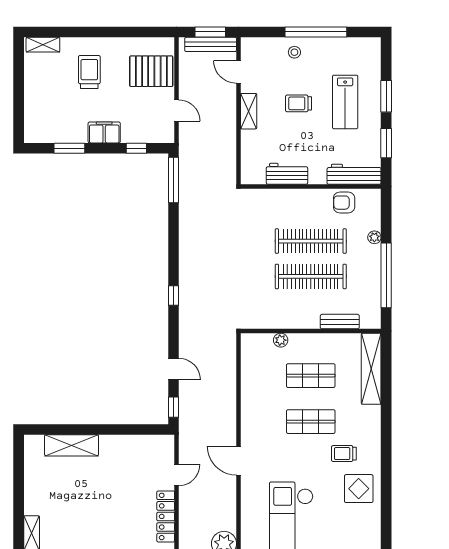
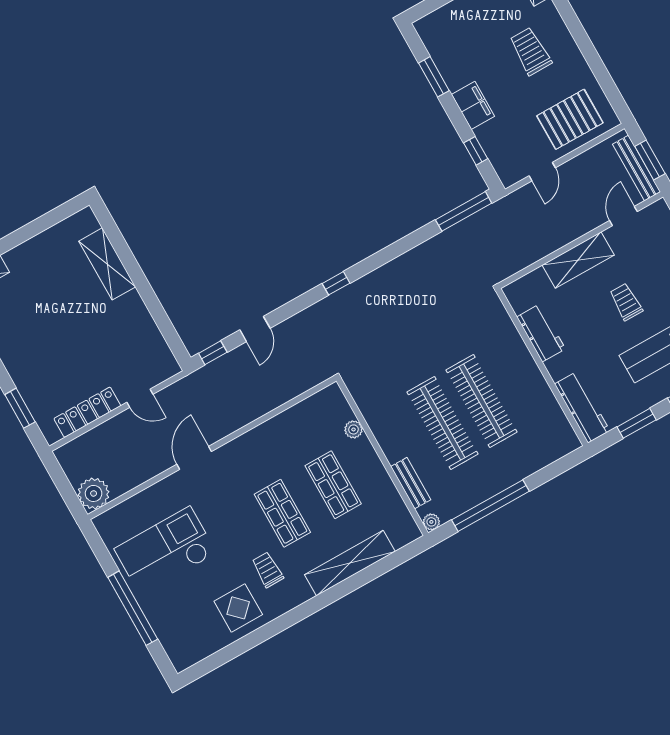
pallet: (151, 71) -> (570, 119), turned 90
trolley: (89, 72) -> (531, 51), turned -90
shelving: (249, 111) -> (578, 260), width x1.50, depth x1.33
armchair: (344, 203) -> (545, 414), removed
plant: (374, 237) -> (431, 522), moved
shelving: (371, 369) -> (350, 563), moved

